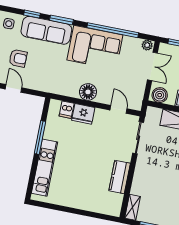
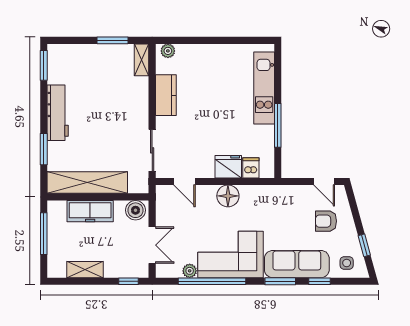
plant: (147, 45) -> (190, 271), moved
double door: (152, 66) -> (152, 245), swing flipped
plant: (111, 210) -> (168, 51), added

